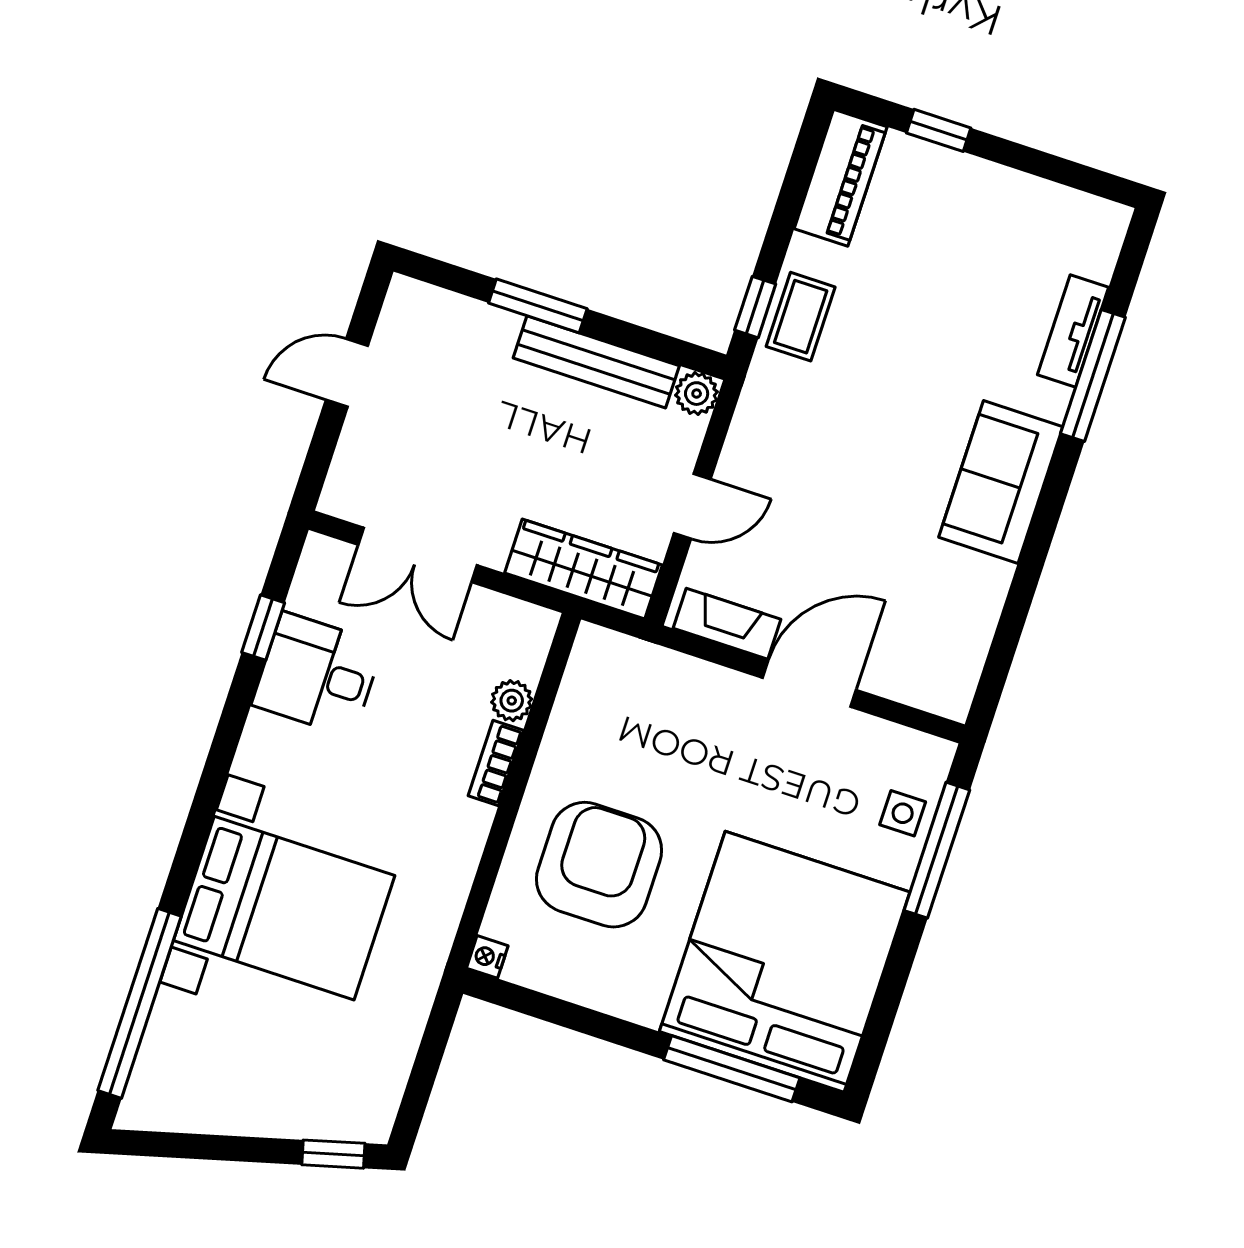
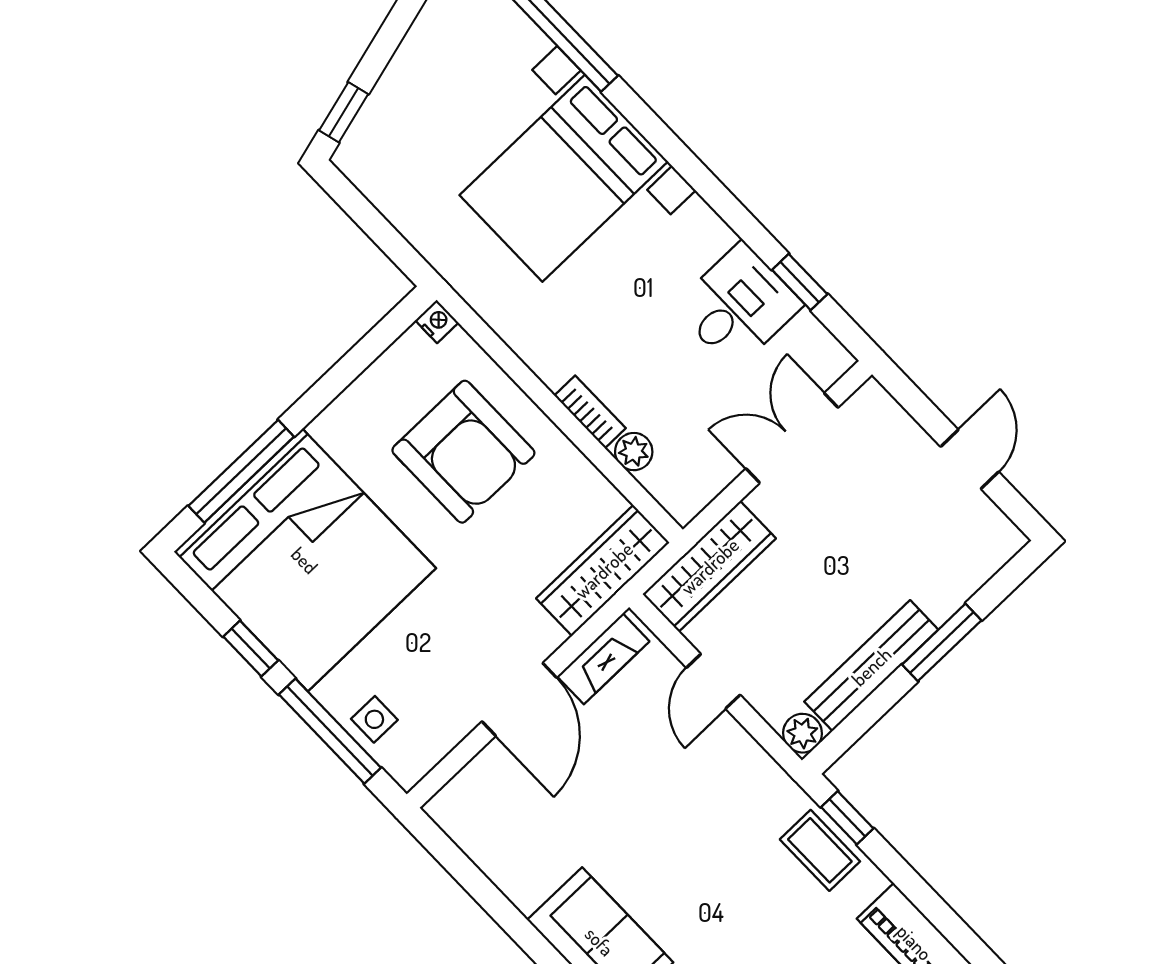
wardrobe: (642, 669) -> (603, 570), added
window: (898, 969) -> (251, 649), added

